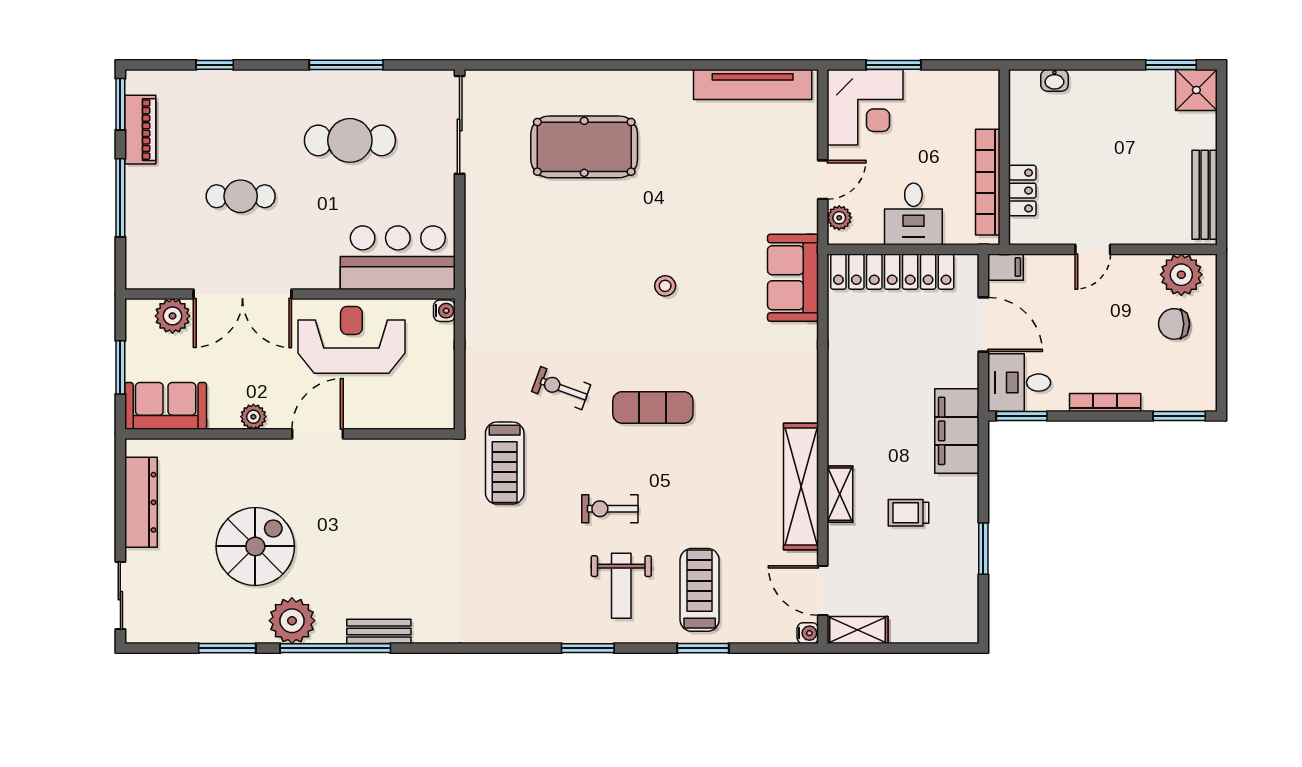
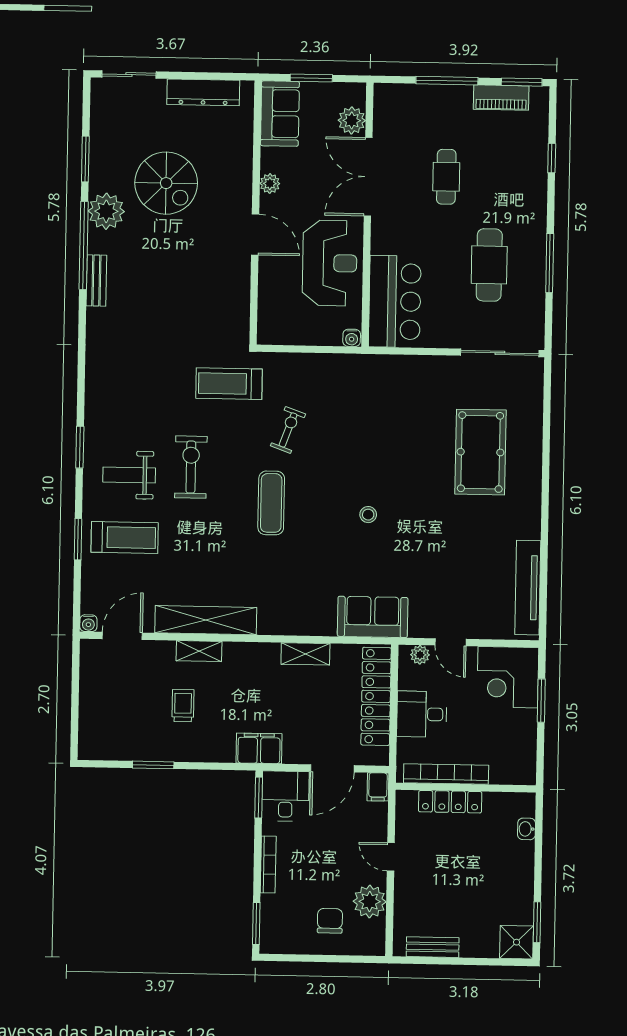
locker: (1022, 191) -> (450, 802), width x1.53
bench: (1205, 195) -> (433, 947), width x0.73
plant: (1181, 275) -> (370, 902), moved
filing cabinet: (957, 431) -> (259, 748), width x0.67, depth x0.86
exercise bike: (610, 509) -> (191, 467), width x1.38, depth x1.39
shelving: (857, 630) -> (305, 654), moved, turned 90

